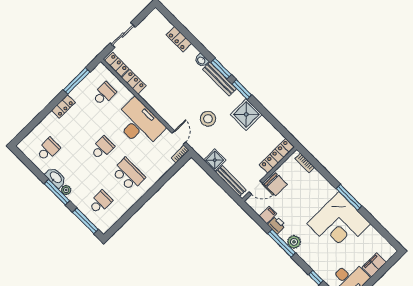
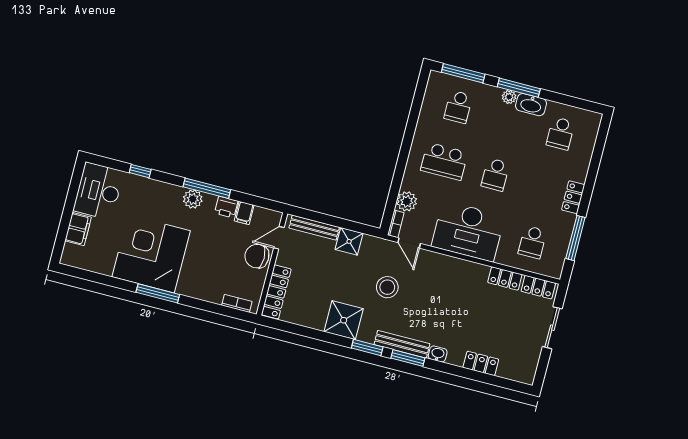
plant: (165, 164) -> (407, 201), added

